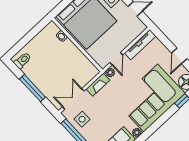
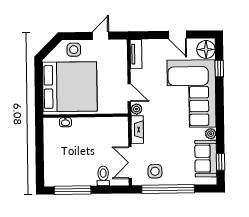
tv unit: (140, 45) -> (136, 54), width x0.71
toilet: (23, 60) -> (103, 176), moved
window: (32, 88) -> (73, 190), moved

